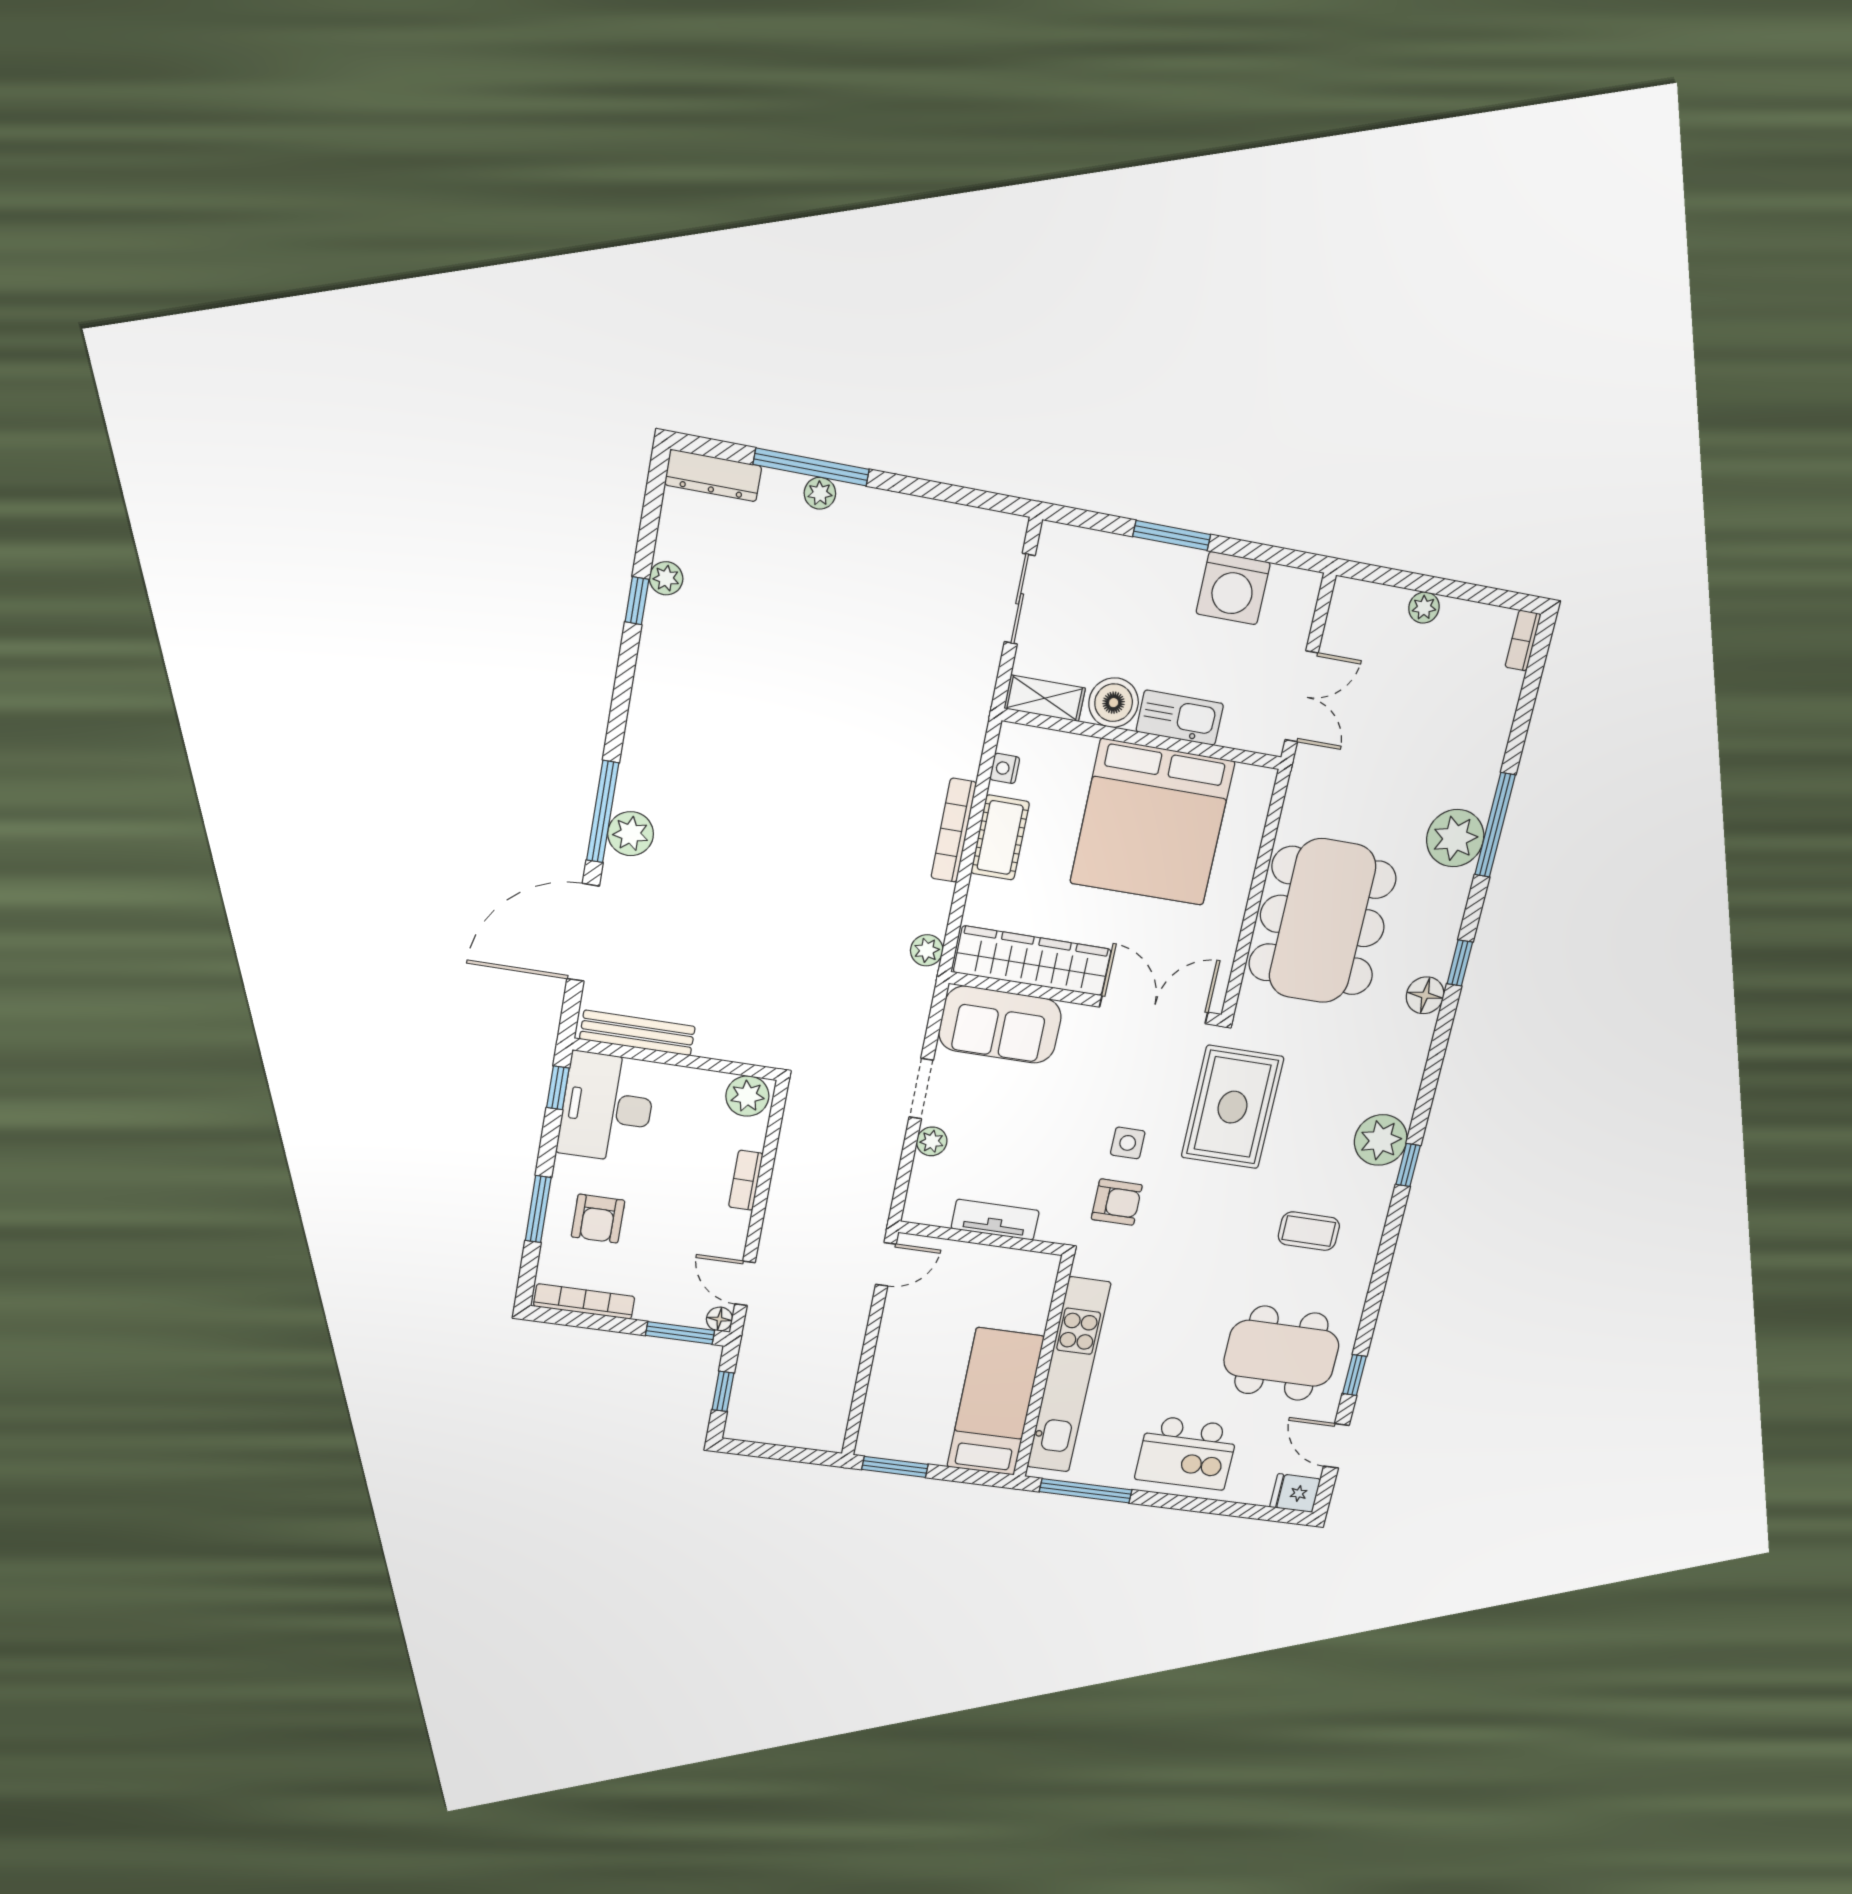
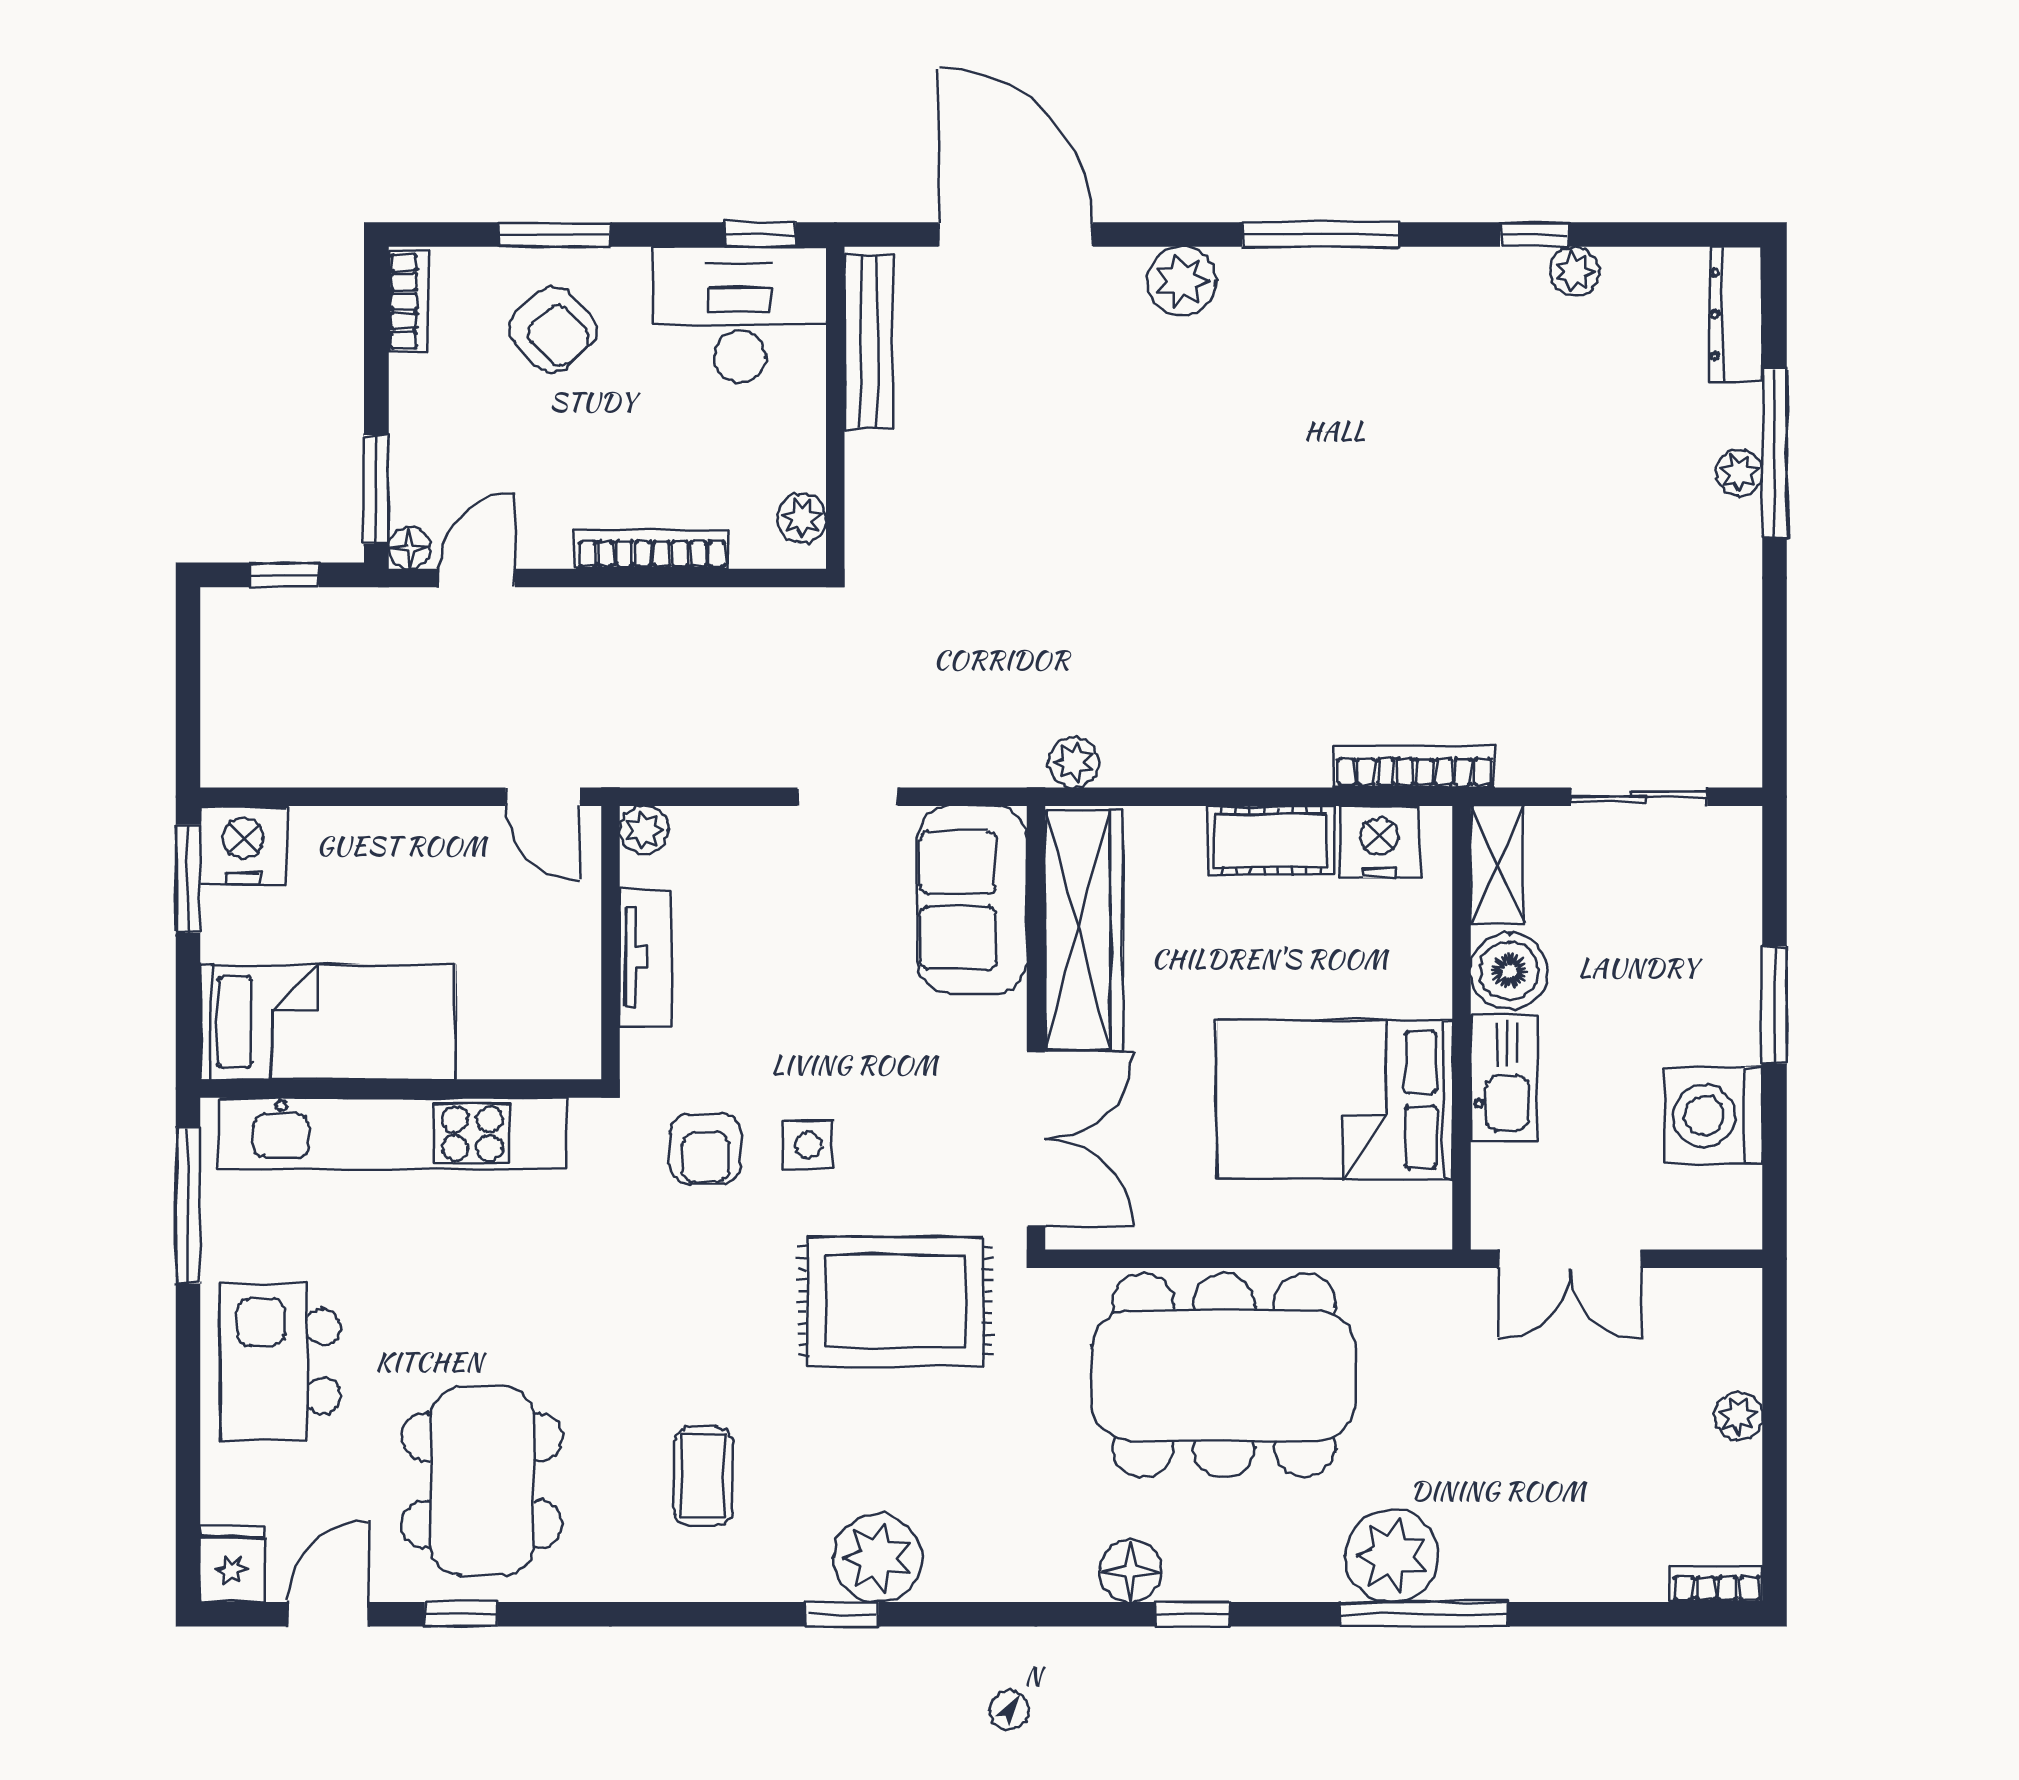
nightstand: (1005, 768) -> (1379, 842), width x1.89, depth x1.79
window: (603, 812) -> (1321, 234), moved
bed: (1152, 822) -> (1335, 1100), width x0.73
bookcase: (954, 830) -> (1415, 767), moved
plant: (747, 1096) -> (802, 518), width x0.73, depth x0.73
plant: (932, 1141) -> (644, 830), moved
bookcase: (746, 1180) -> (652, 549), width x1.56
armchair: (598, 1219) -> (553, 329), turned -133
bookcase: (584, 1301) -> (409, 301), width x0.64
nightstand: (881, 1434) -> (243, 845), added

